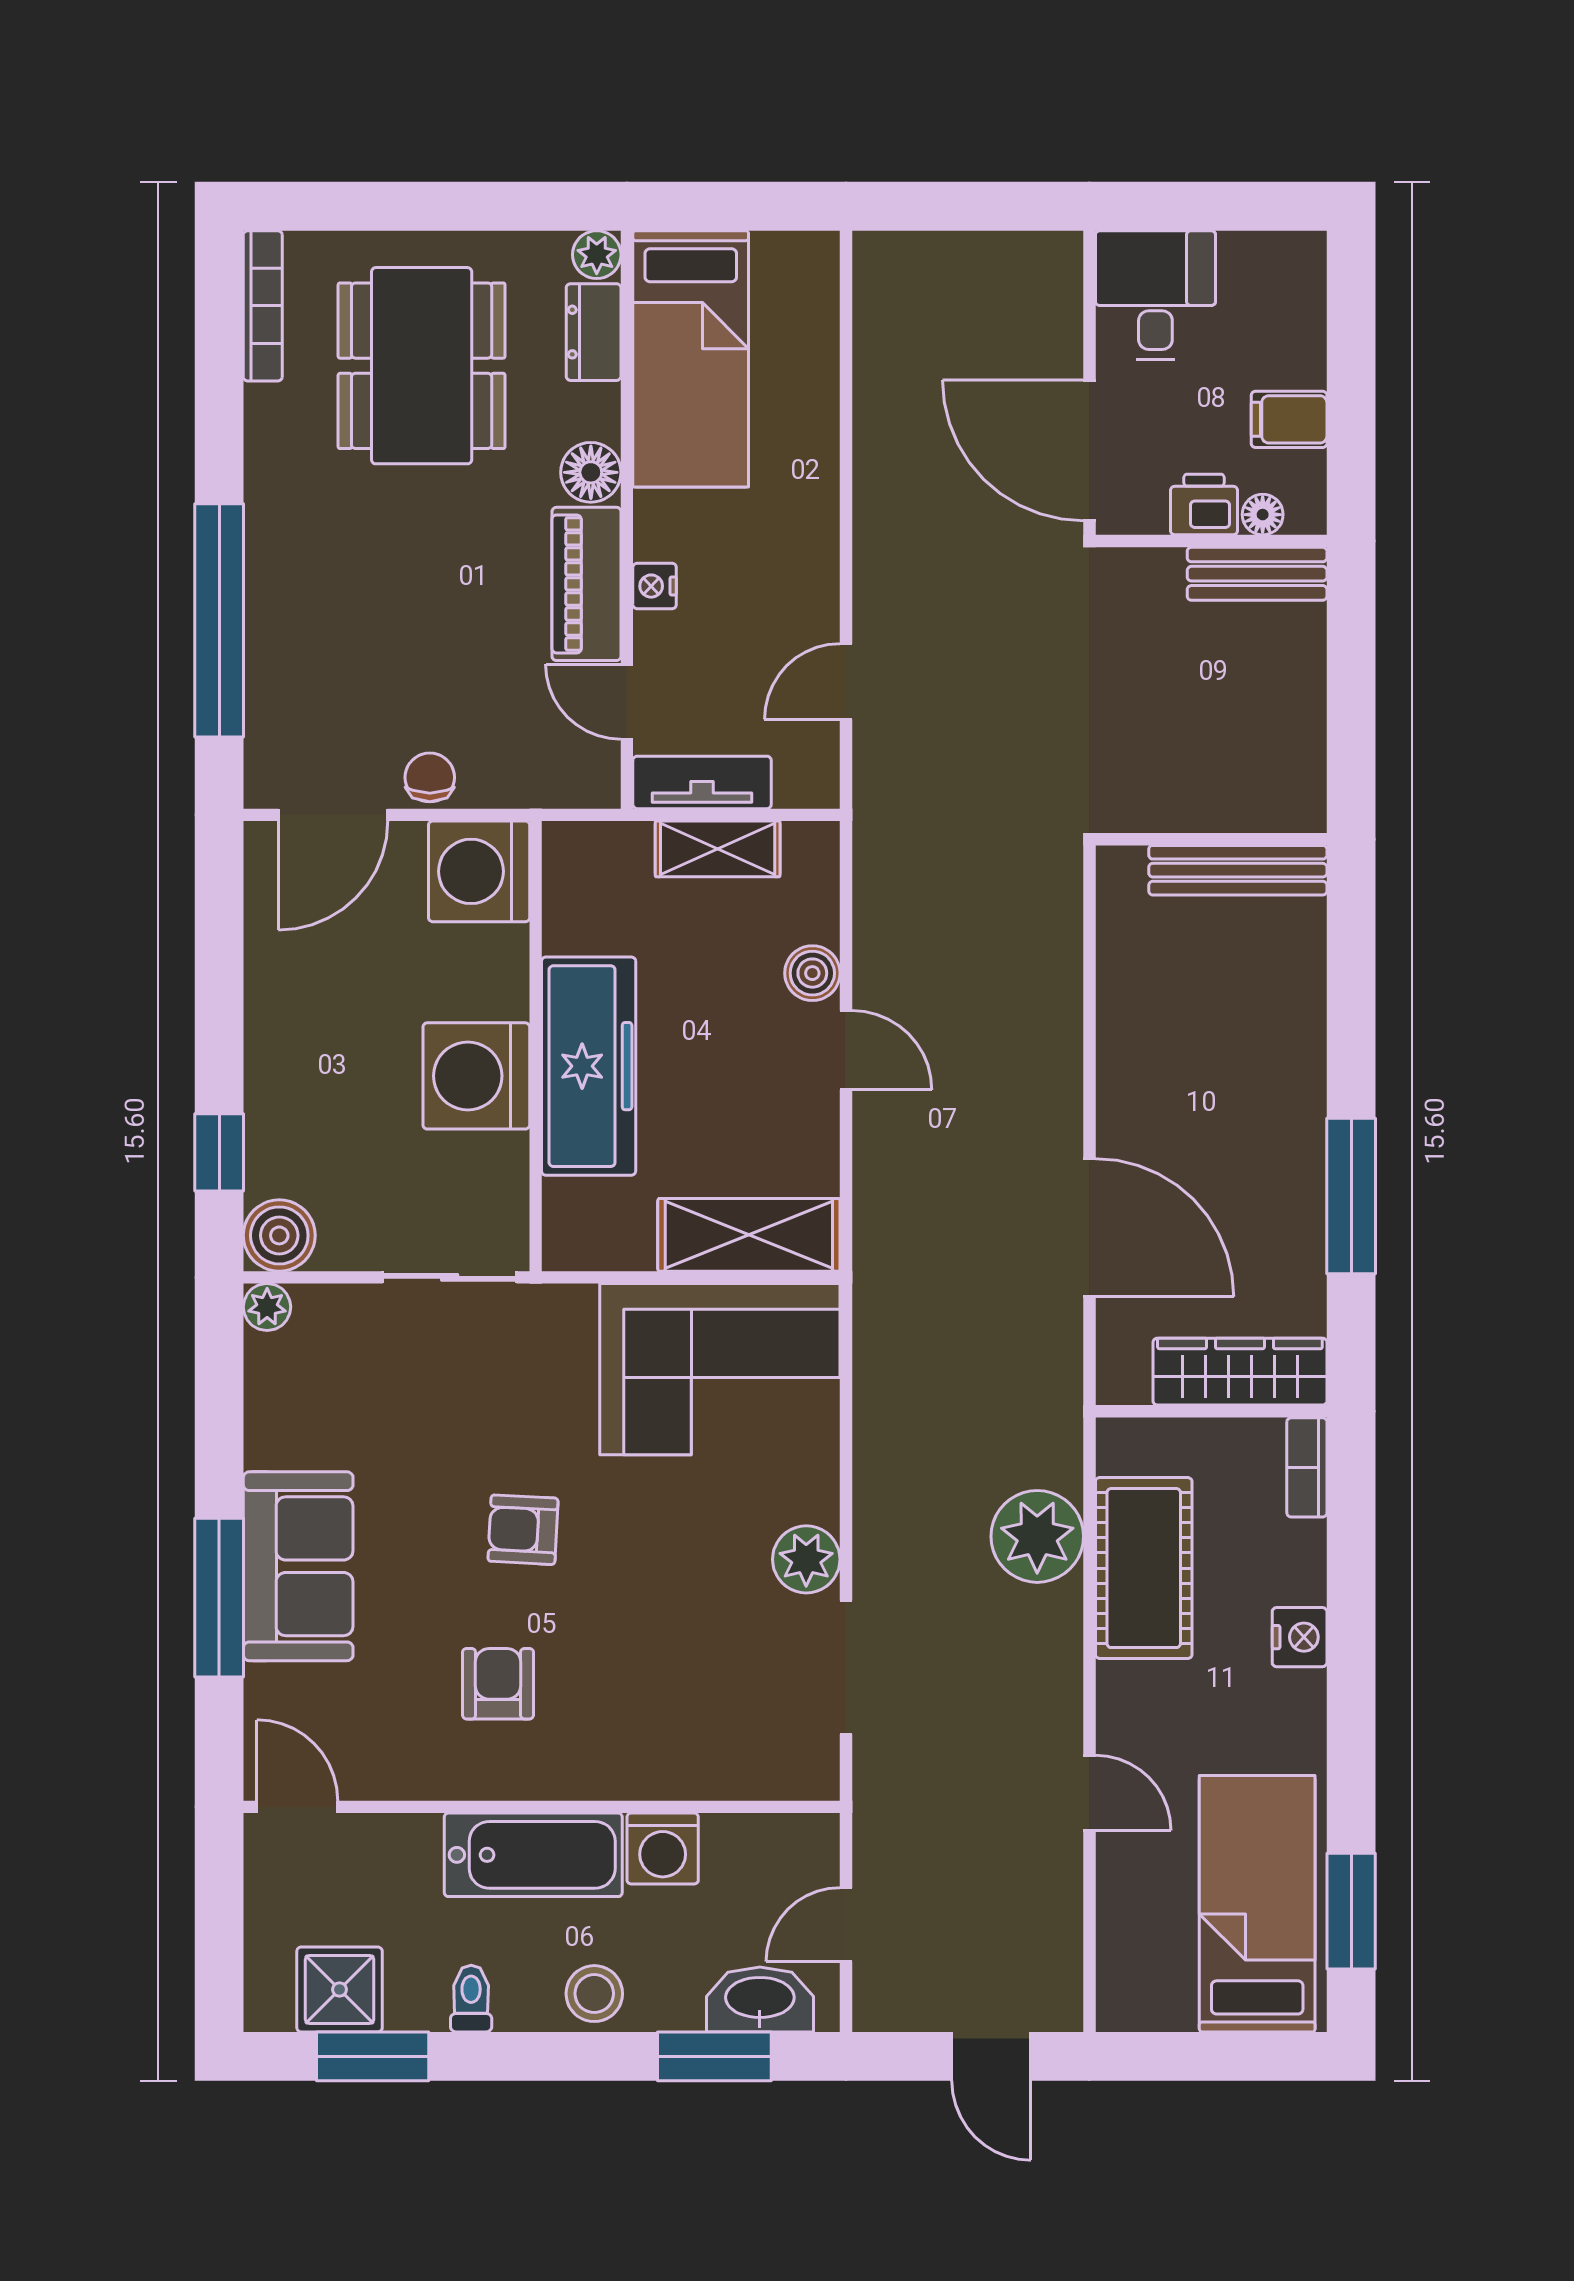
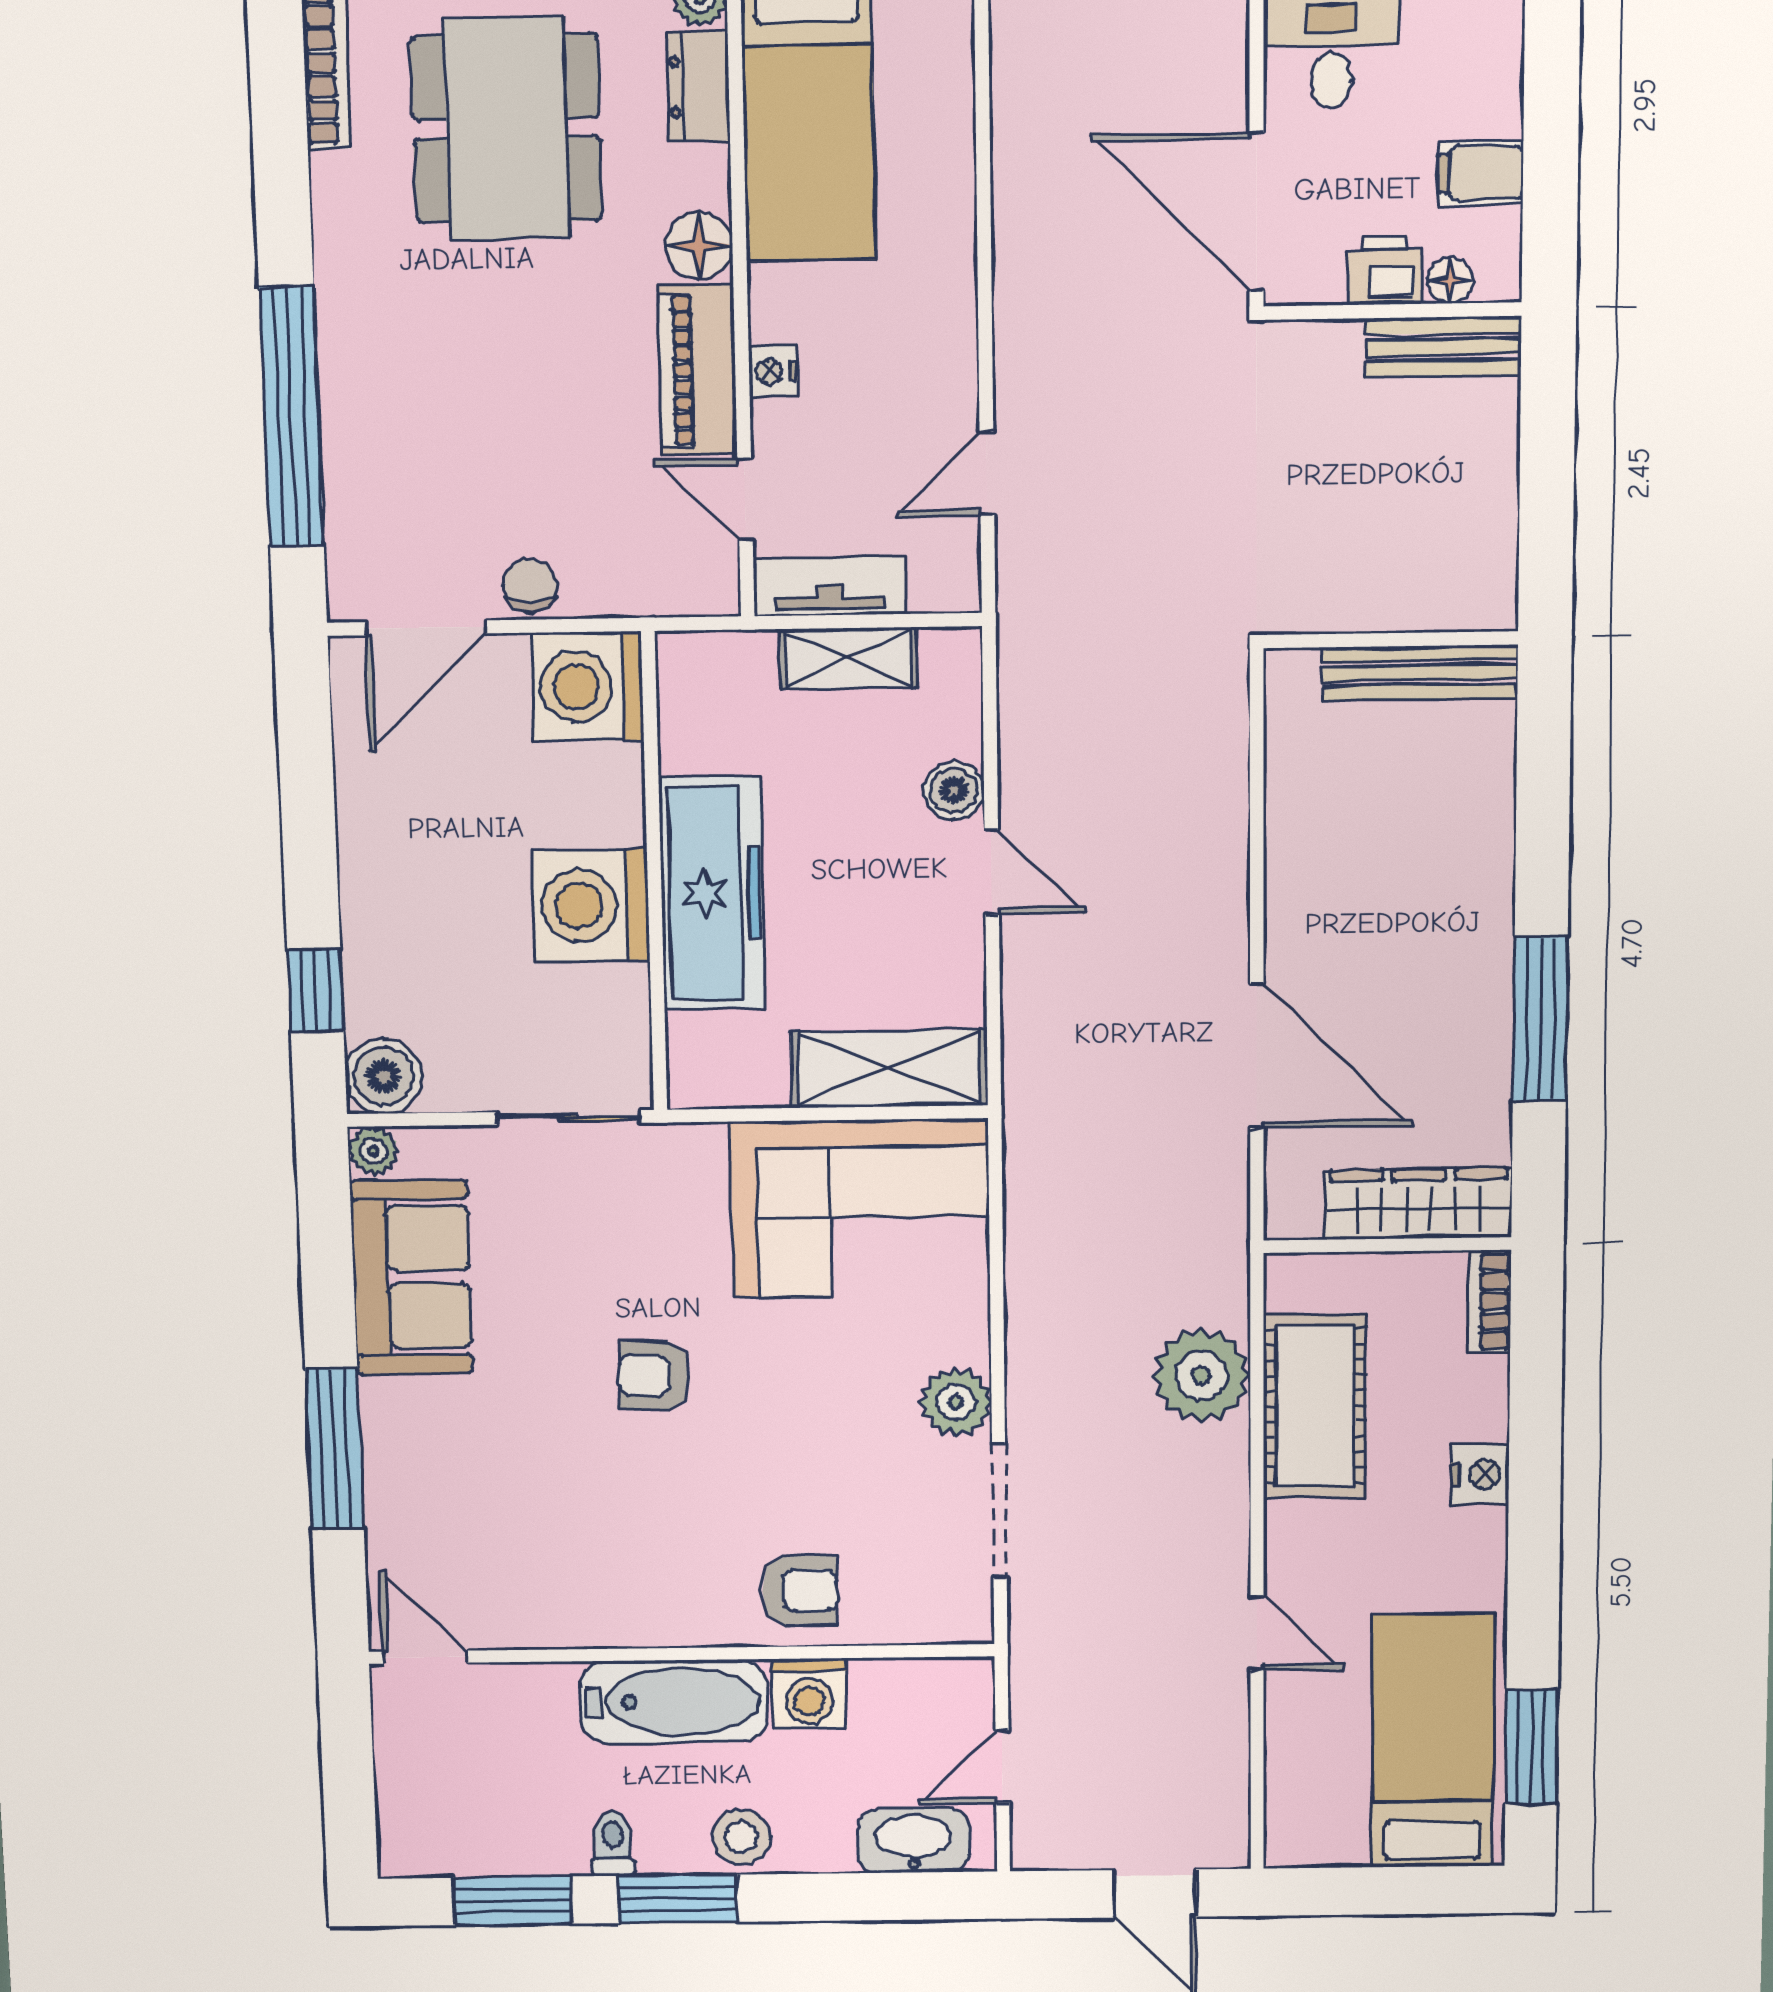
sofa: (298, 1566) -> (412, 1277), moved
armchair: (498, 1684) -> (800, 1591), moved, turned 90
shower: (340, 1989) -> (476, 1836), removed
window: (714, 2056) -> (677, 1899), moved

